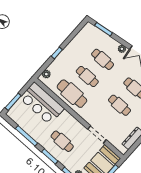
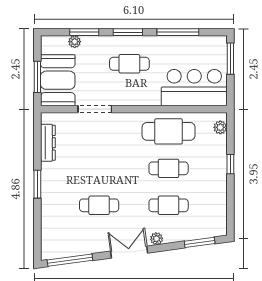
cafe table: (120, 105) -> (99, 168), removed

